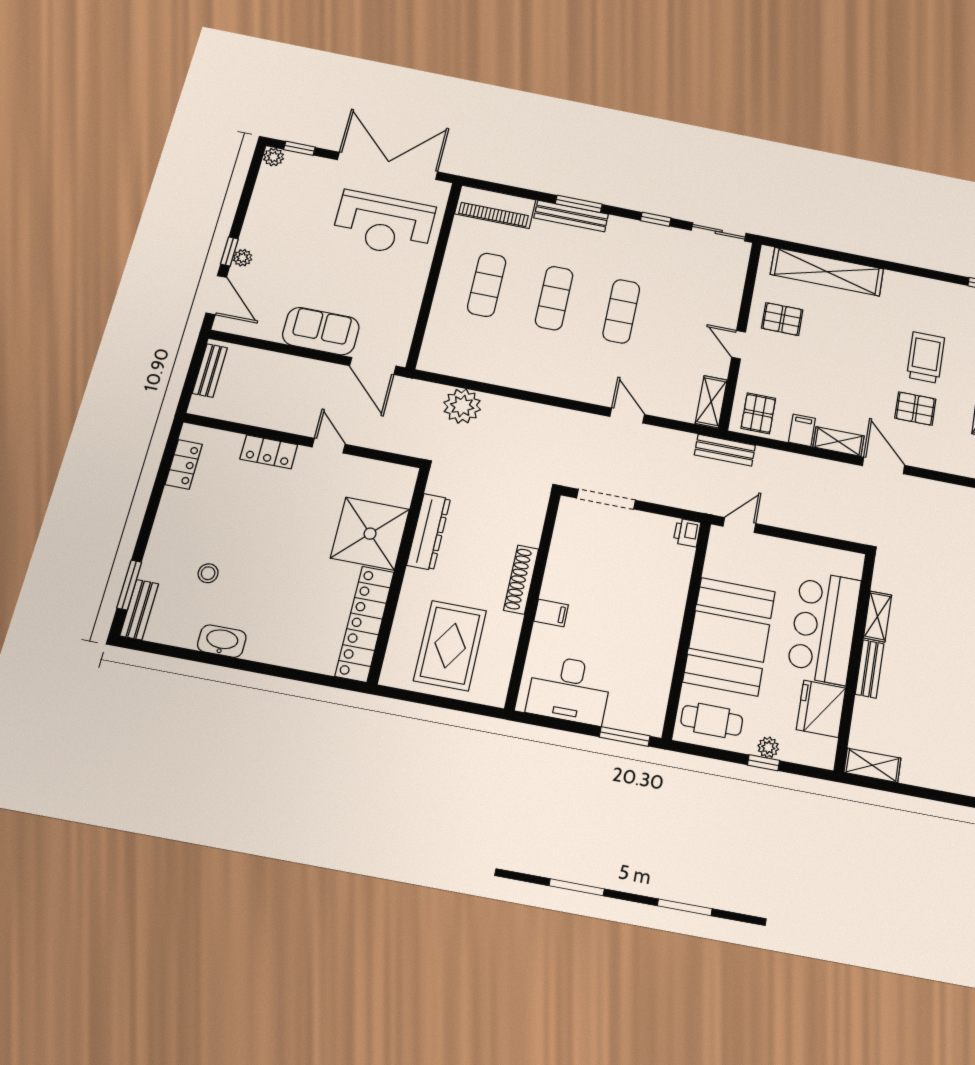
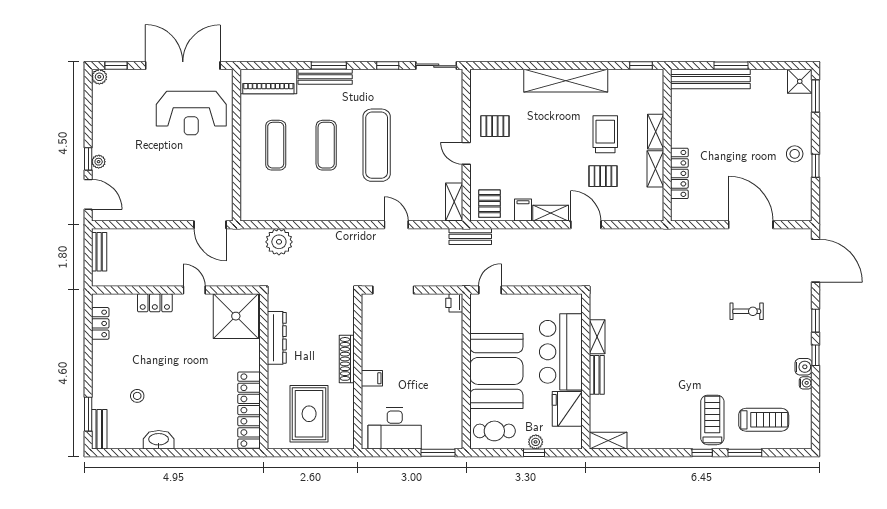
shelving: (827, 272) -> (566, 81), moved
exercise mat: (621, 311) -> (377, 145), width x1.36, depth x1.45
sofa: (321, 331) -> (168, 206), removed
shower: (370, 534) -> (236, 316), moved

